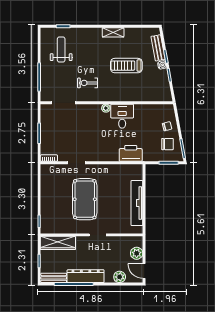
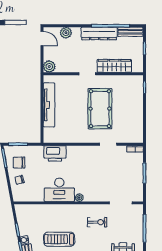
treadmill: (126, 66) -> (59, 239), turned 180
desk: (122, 116) -> (59, 190), width x1.37
wardrobe: (58, 243) -> (114, 66), moved
plant: (137, 253) -> (49, 67), moved

